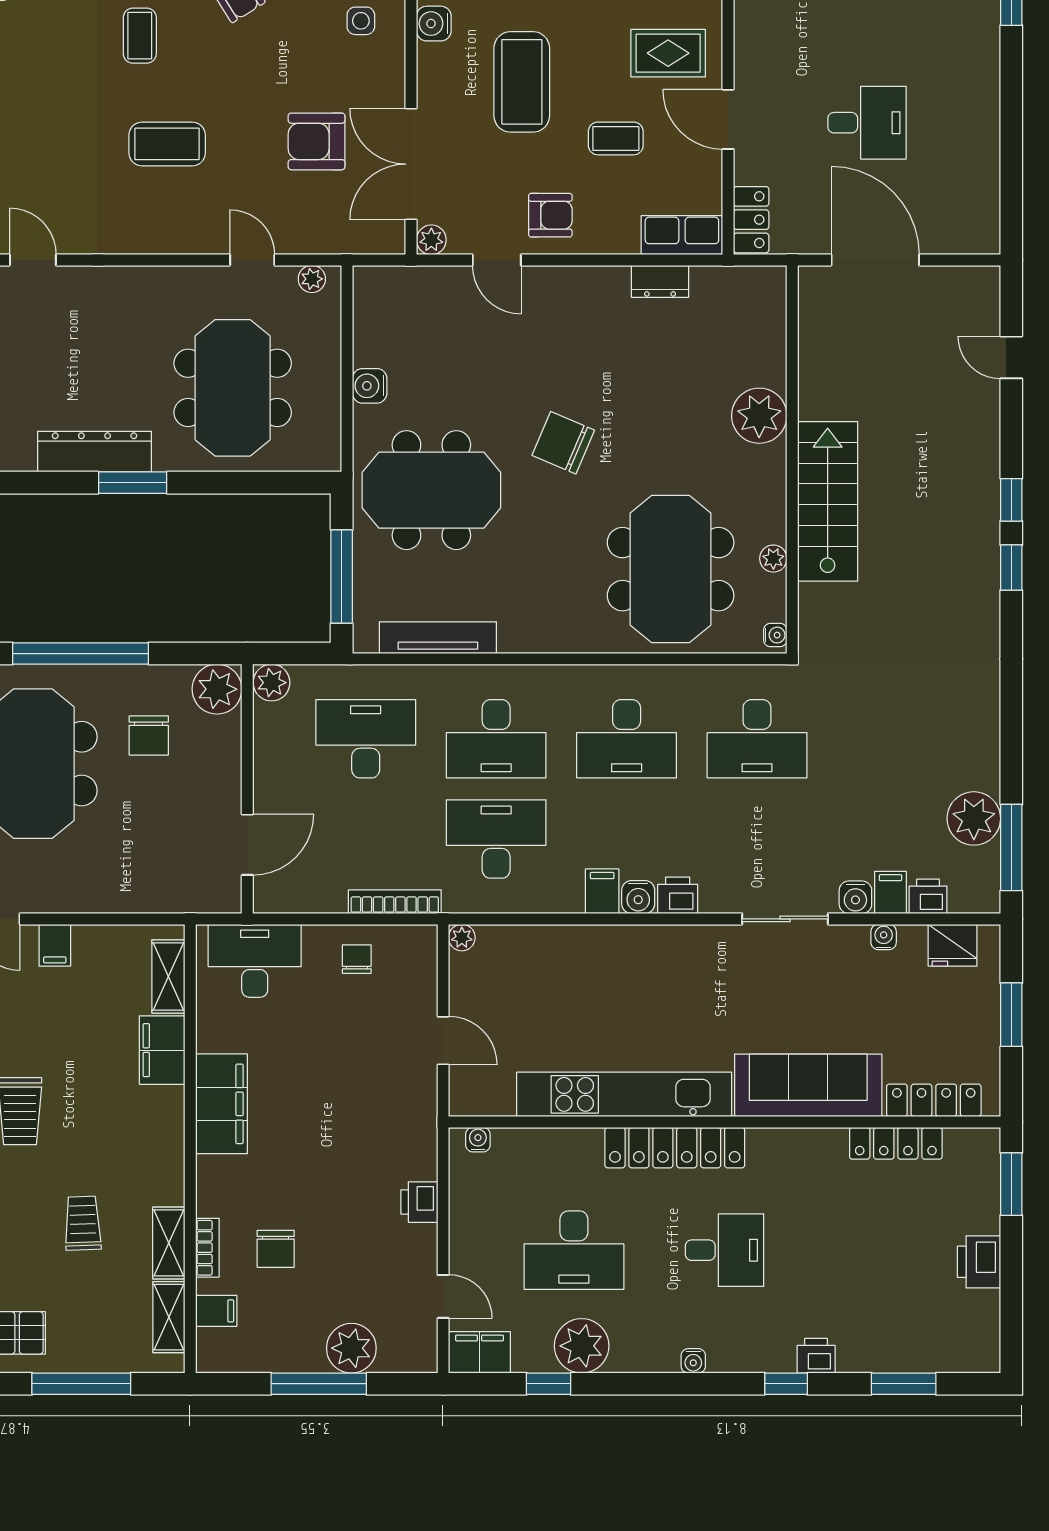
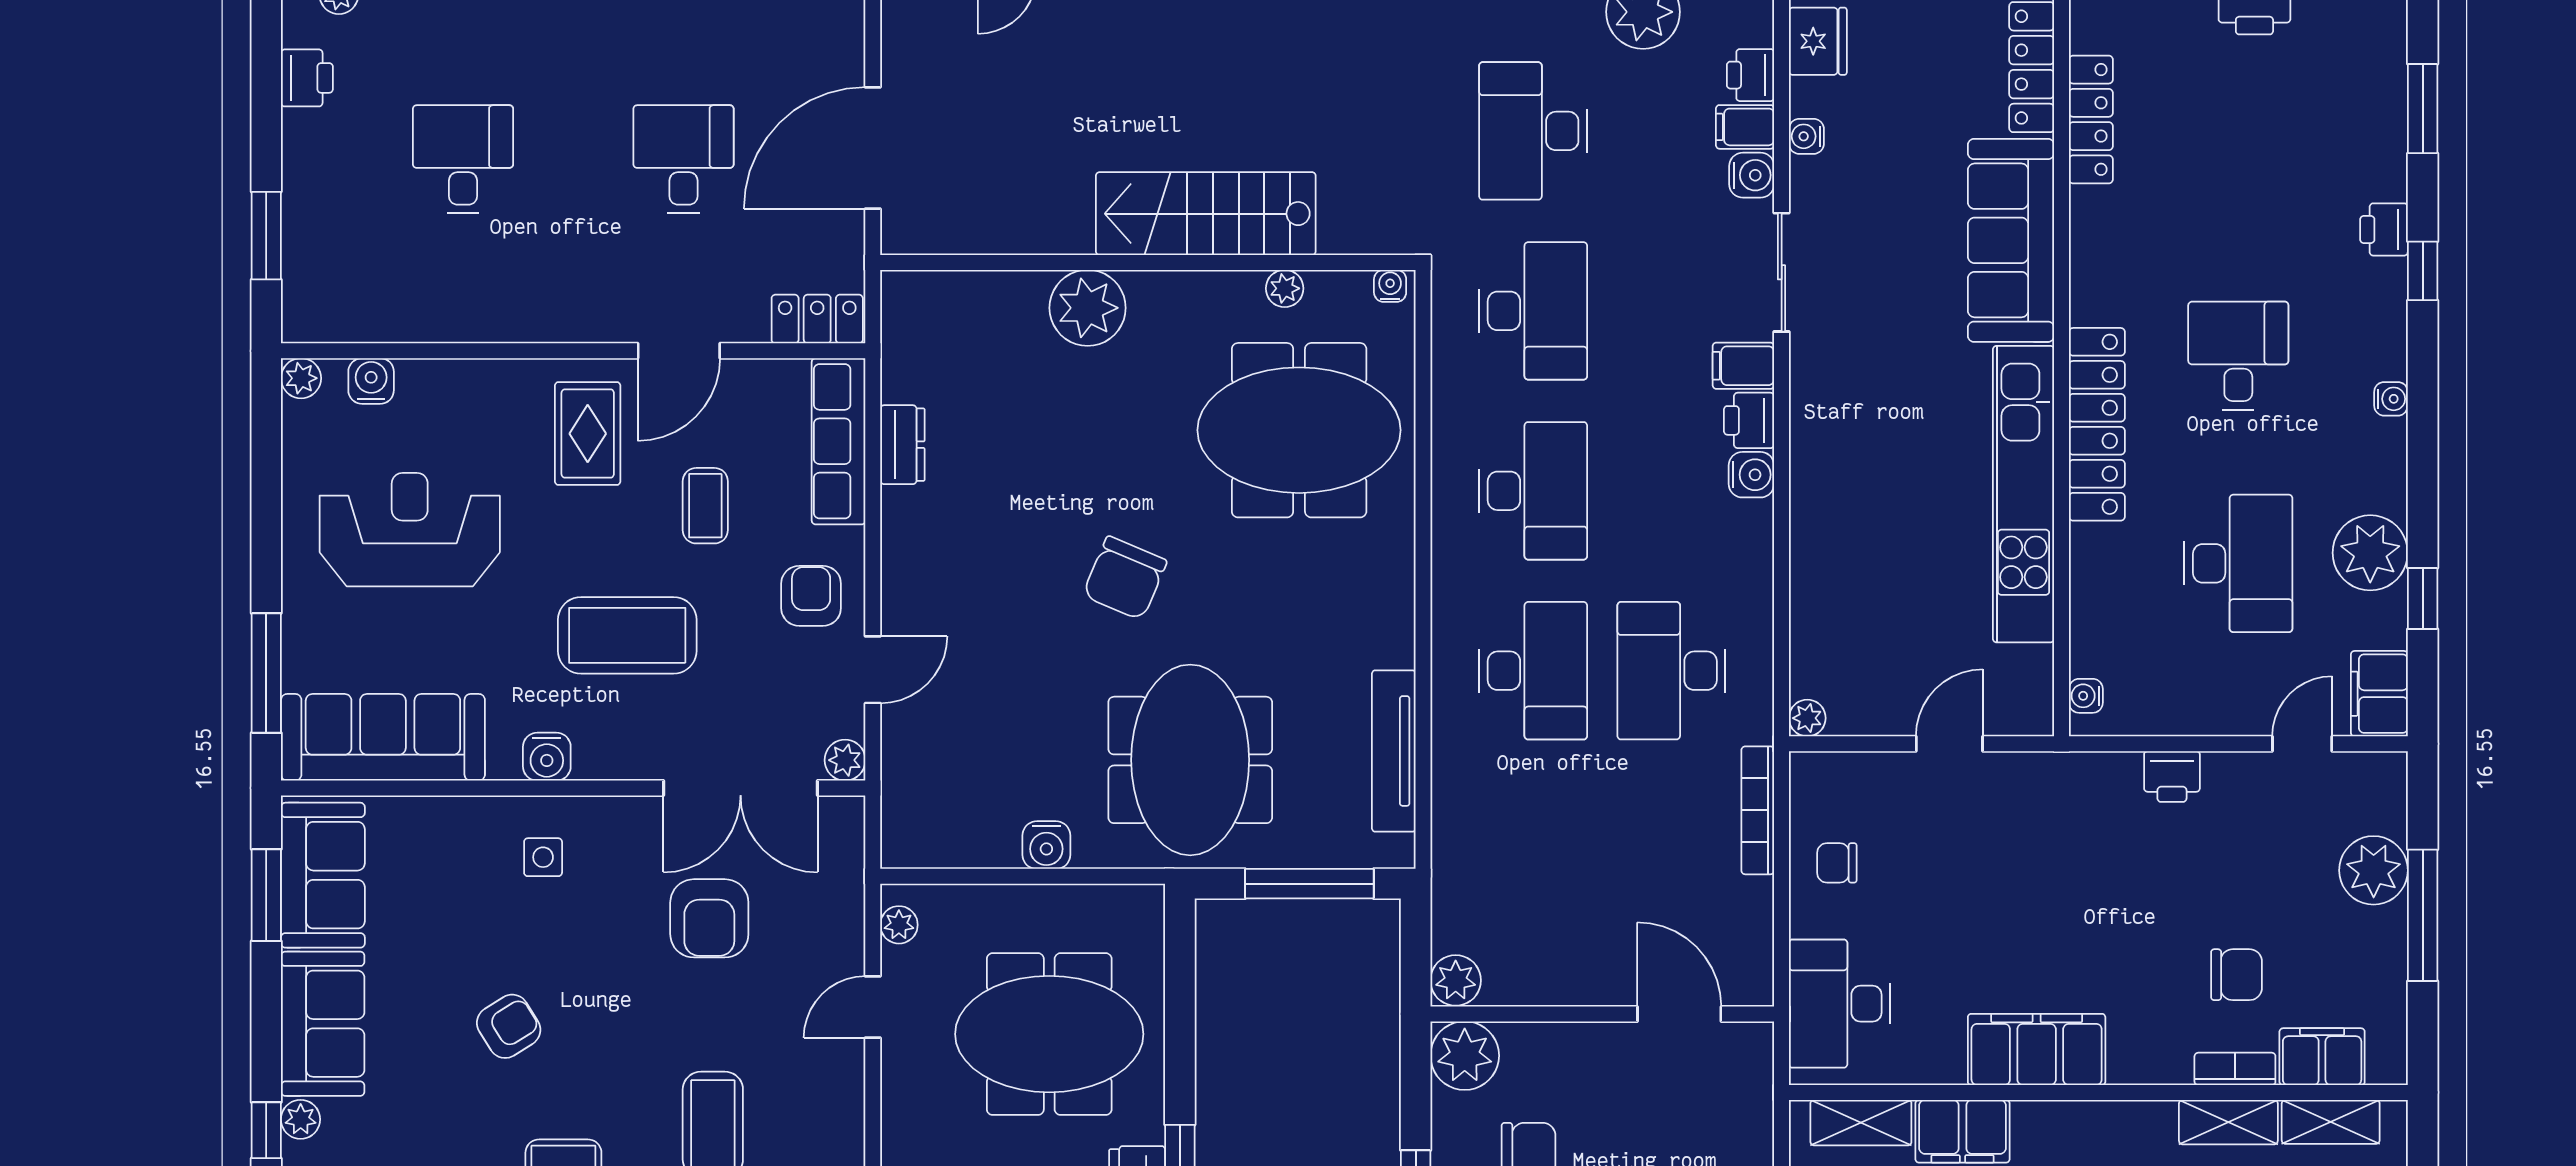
row of seats: (682, 235) -> (839, 441), width x1.48
desk: (366, 739) -> (1533, 131), moved
filing cabinet: (602, 891) -> (1743, 366), moved
filing cabinet: (216, 1311) -> (2322, 1057), width x2.00

